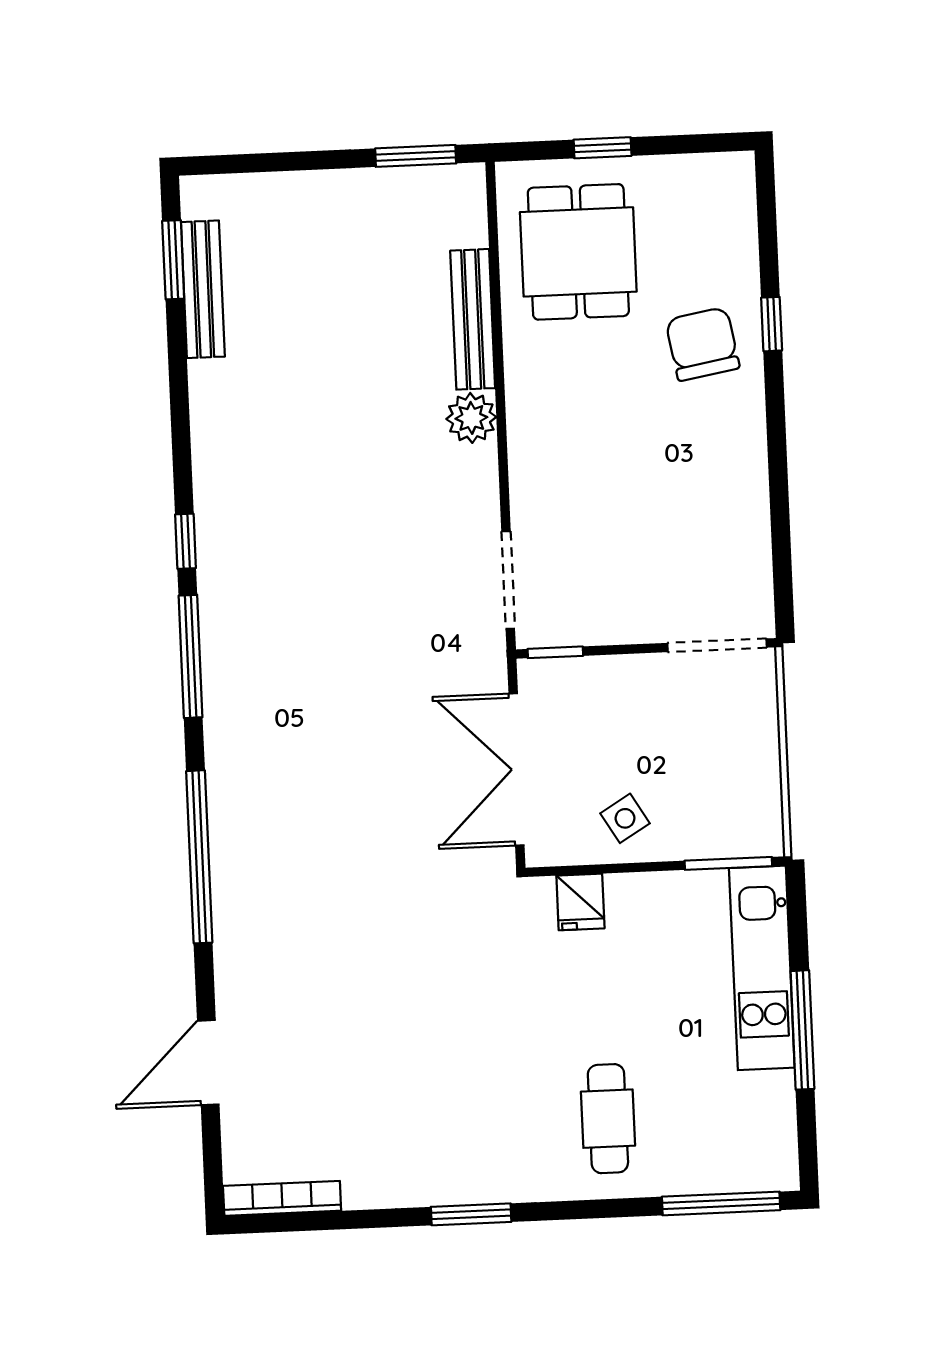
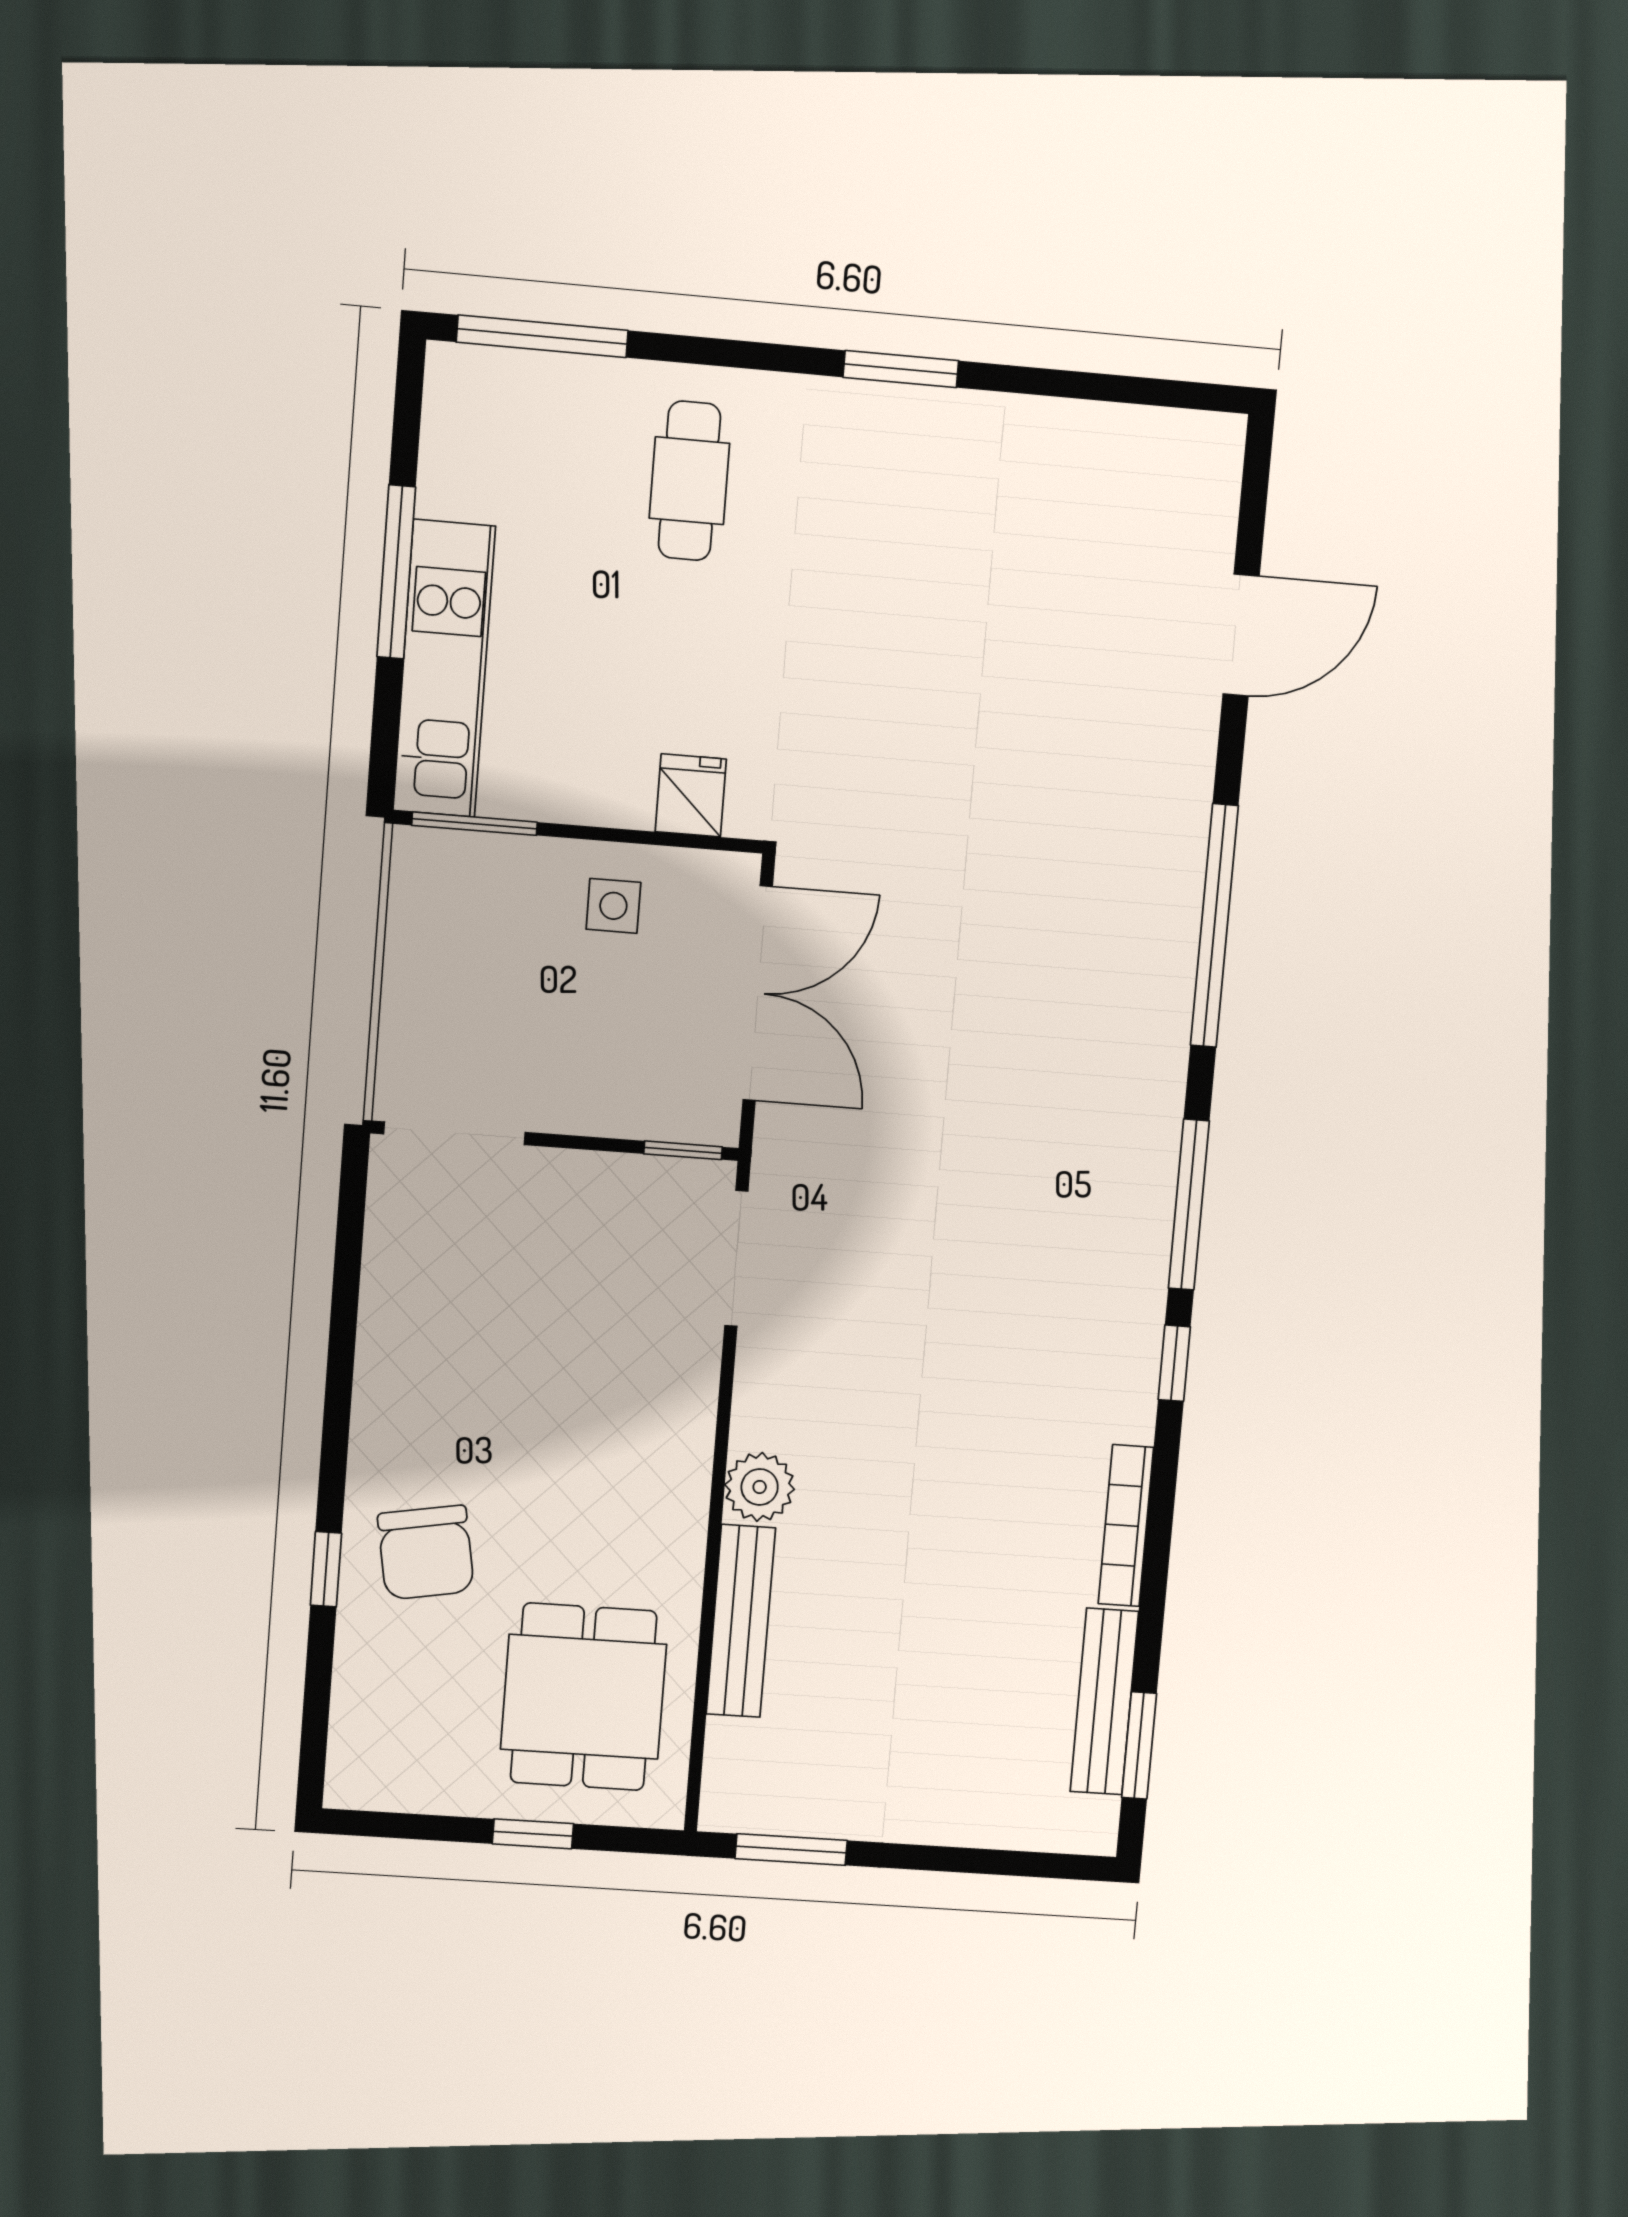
side table: (625, 818) -> (613, 906), turned 31
bookcase: (282, 1198) -> (1126, 1526), moved, turned 90

